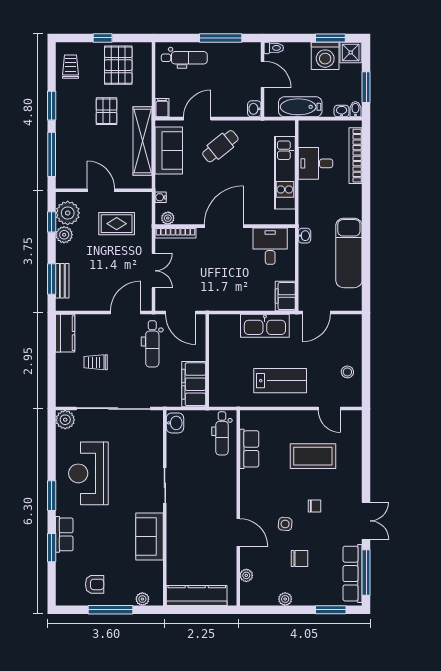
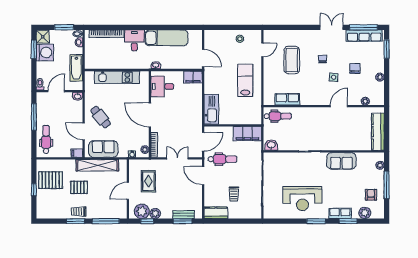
trolley: (70, 67) -> (78, 212), moved
desk: (316, 163) -> (134, 40), moved, turned 180
kitchen sink: (265, 326) -> (211, 109), moved
plant: (65, 420) -> (365, 213), moved

